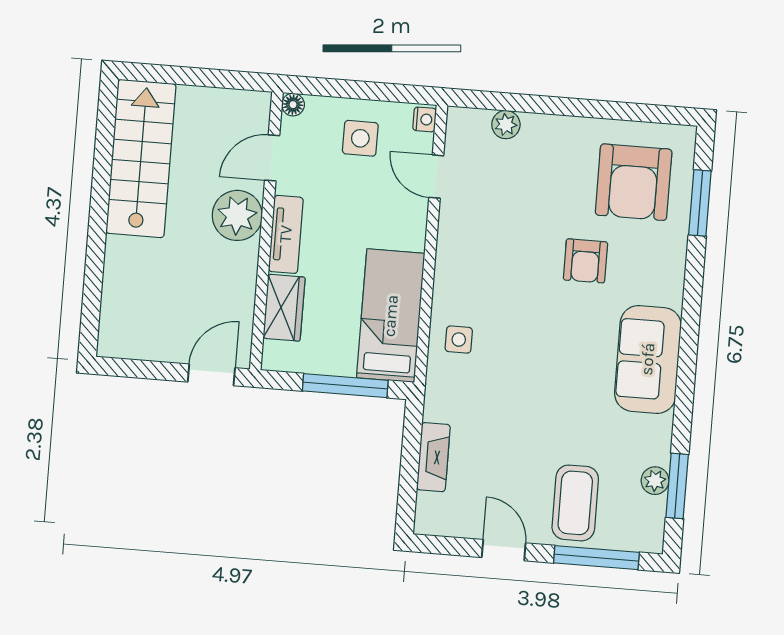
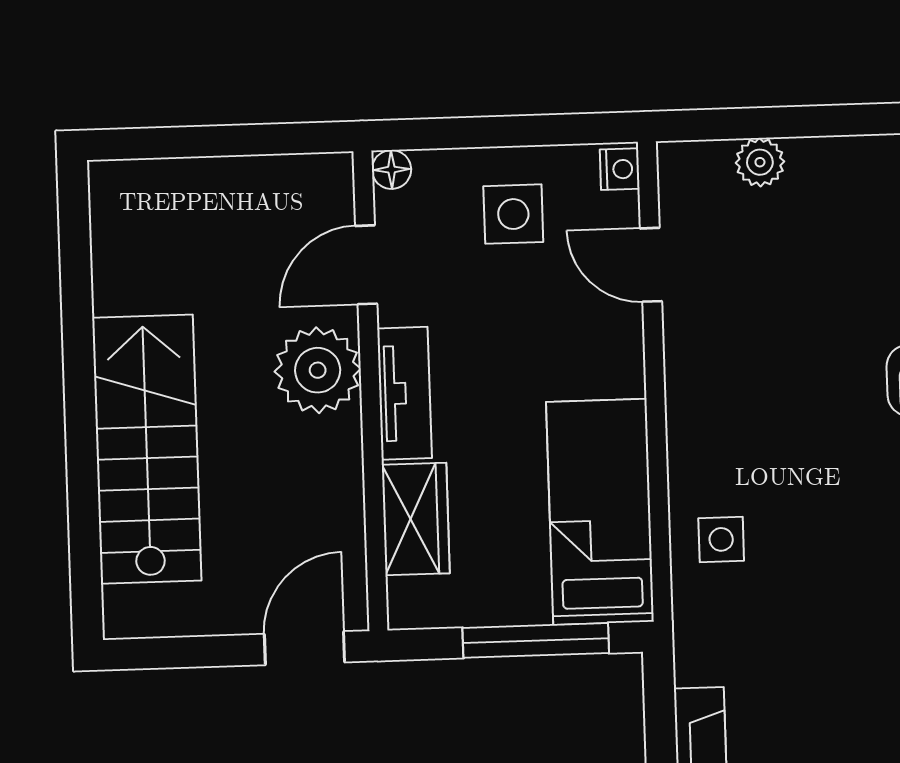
stairs: (141, 159) -> (147, 449), moved

